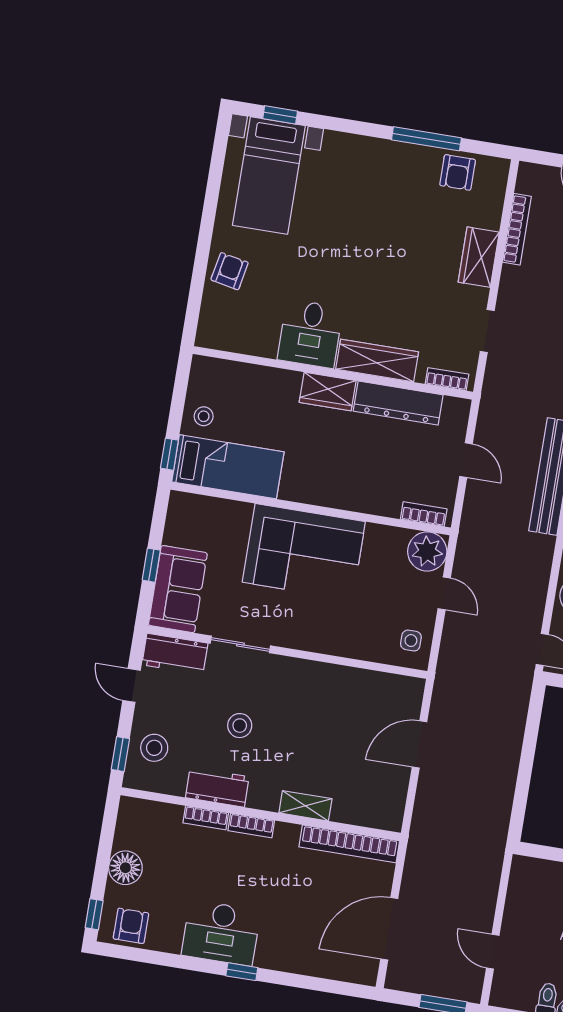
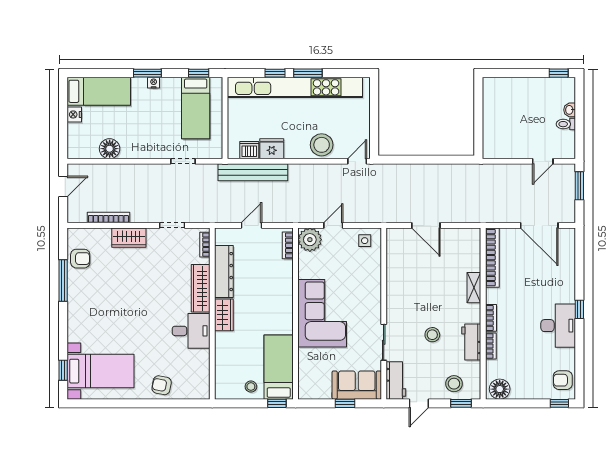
floor lamp: (125, 868) -> (500, 389), moved

